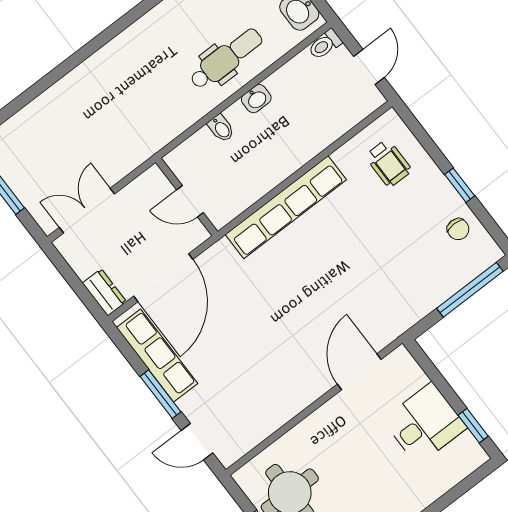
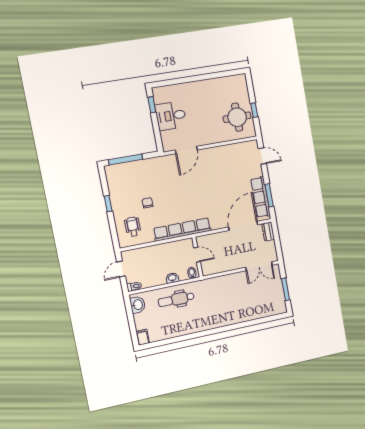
wall: (187, 197) -> (197, 257), moved
door: (190, 201) -> (197, 255), moved
chair: (458, 229) -> (148, 203), moved
window: (160, 394) -> (269, 195), moved

